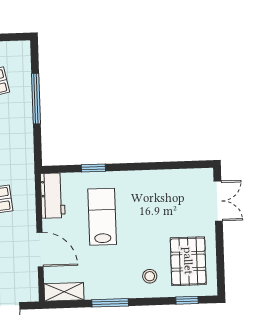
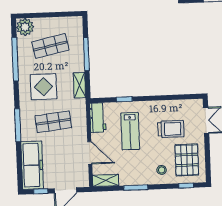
shelving: (25, 146) -> (79, 85), added
trolley: (164, 214) -> (171, 129), added
lab bench: (102, 217) -> (130, 131), turned 180

